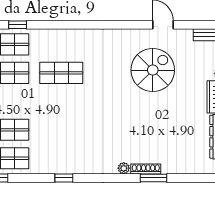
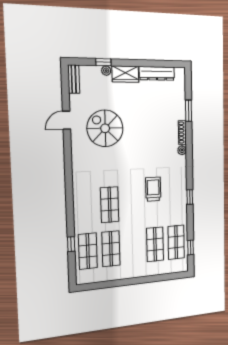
trolley: (77, 129) -> (153, 189), added
window: (153, 178) -> (189, 111), moved

